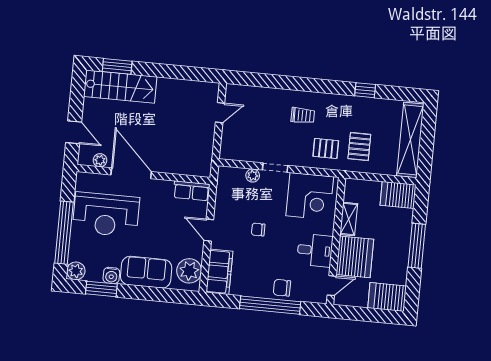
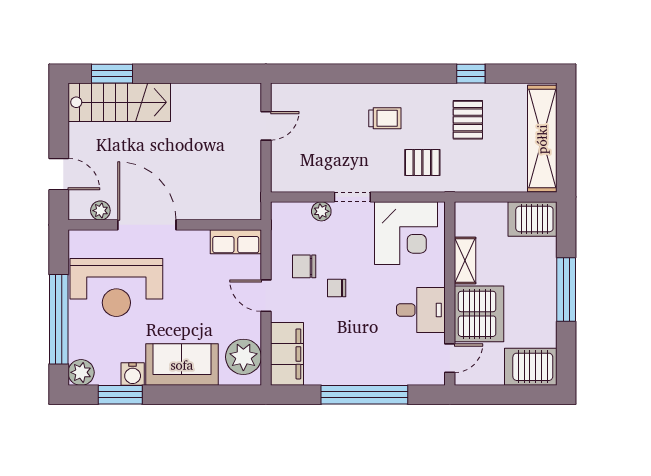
pallet: (359, 147) -> (468, 120), moved
chair: (282, 288) -> (304, 266), moved

